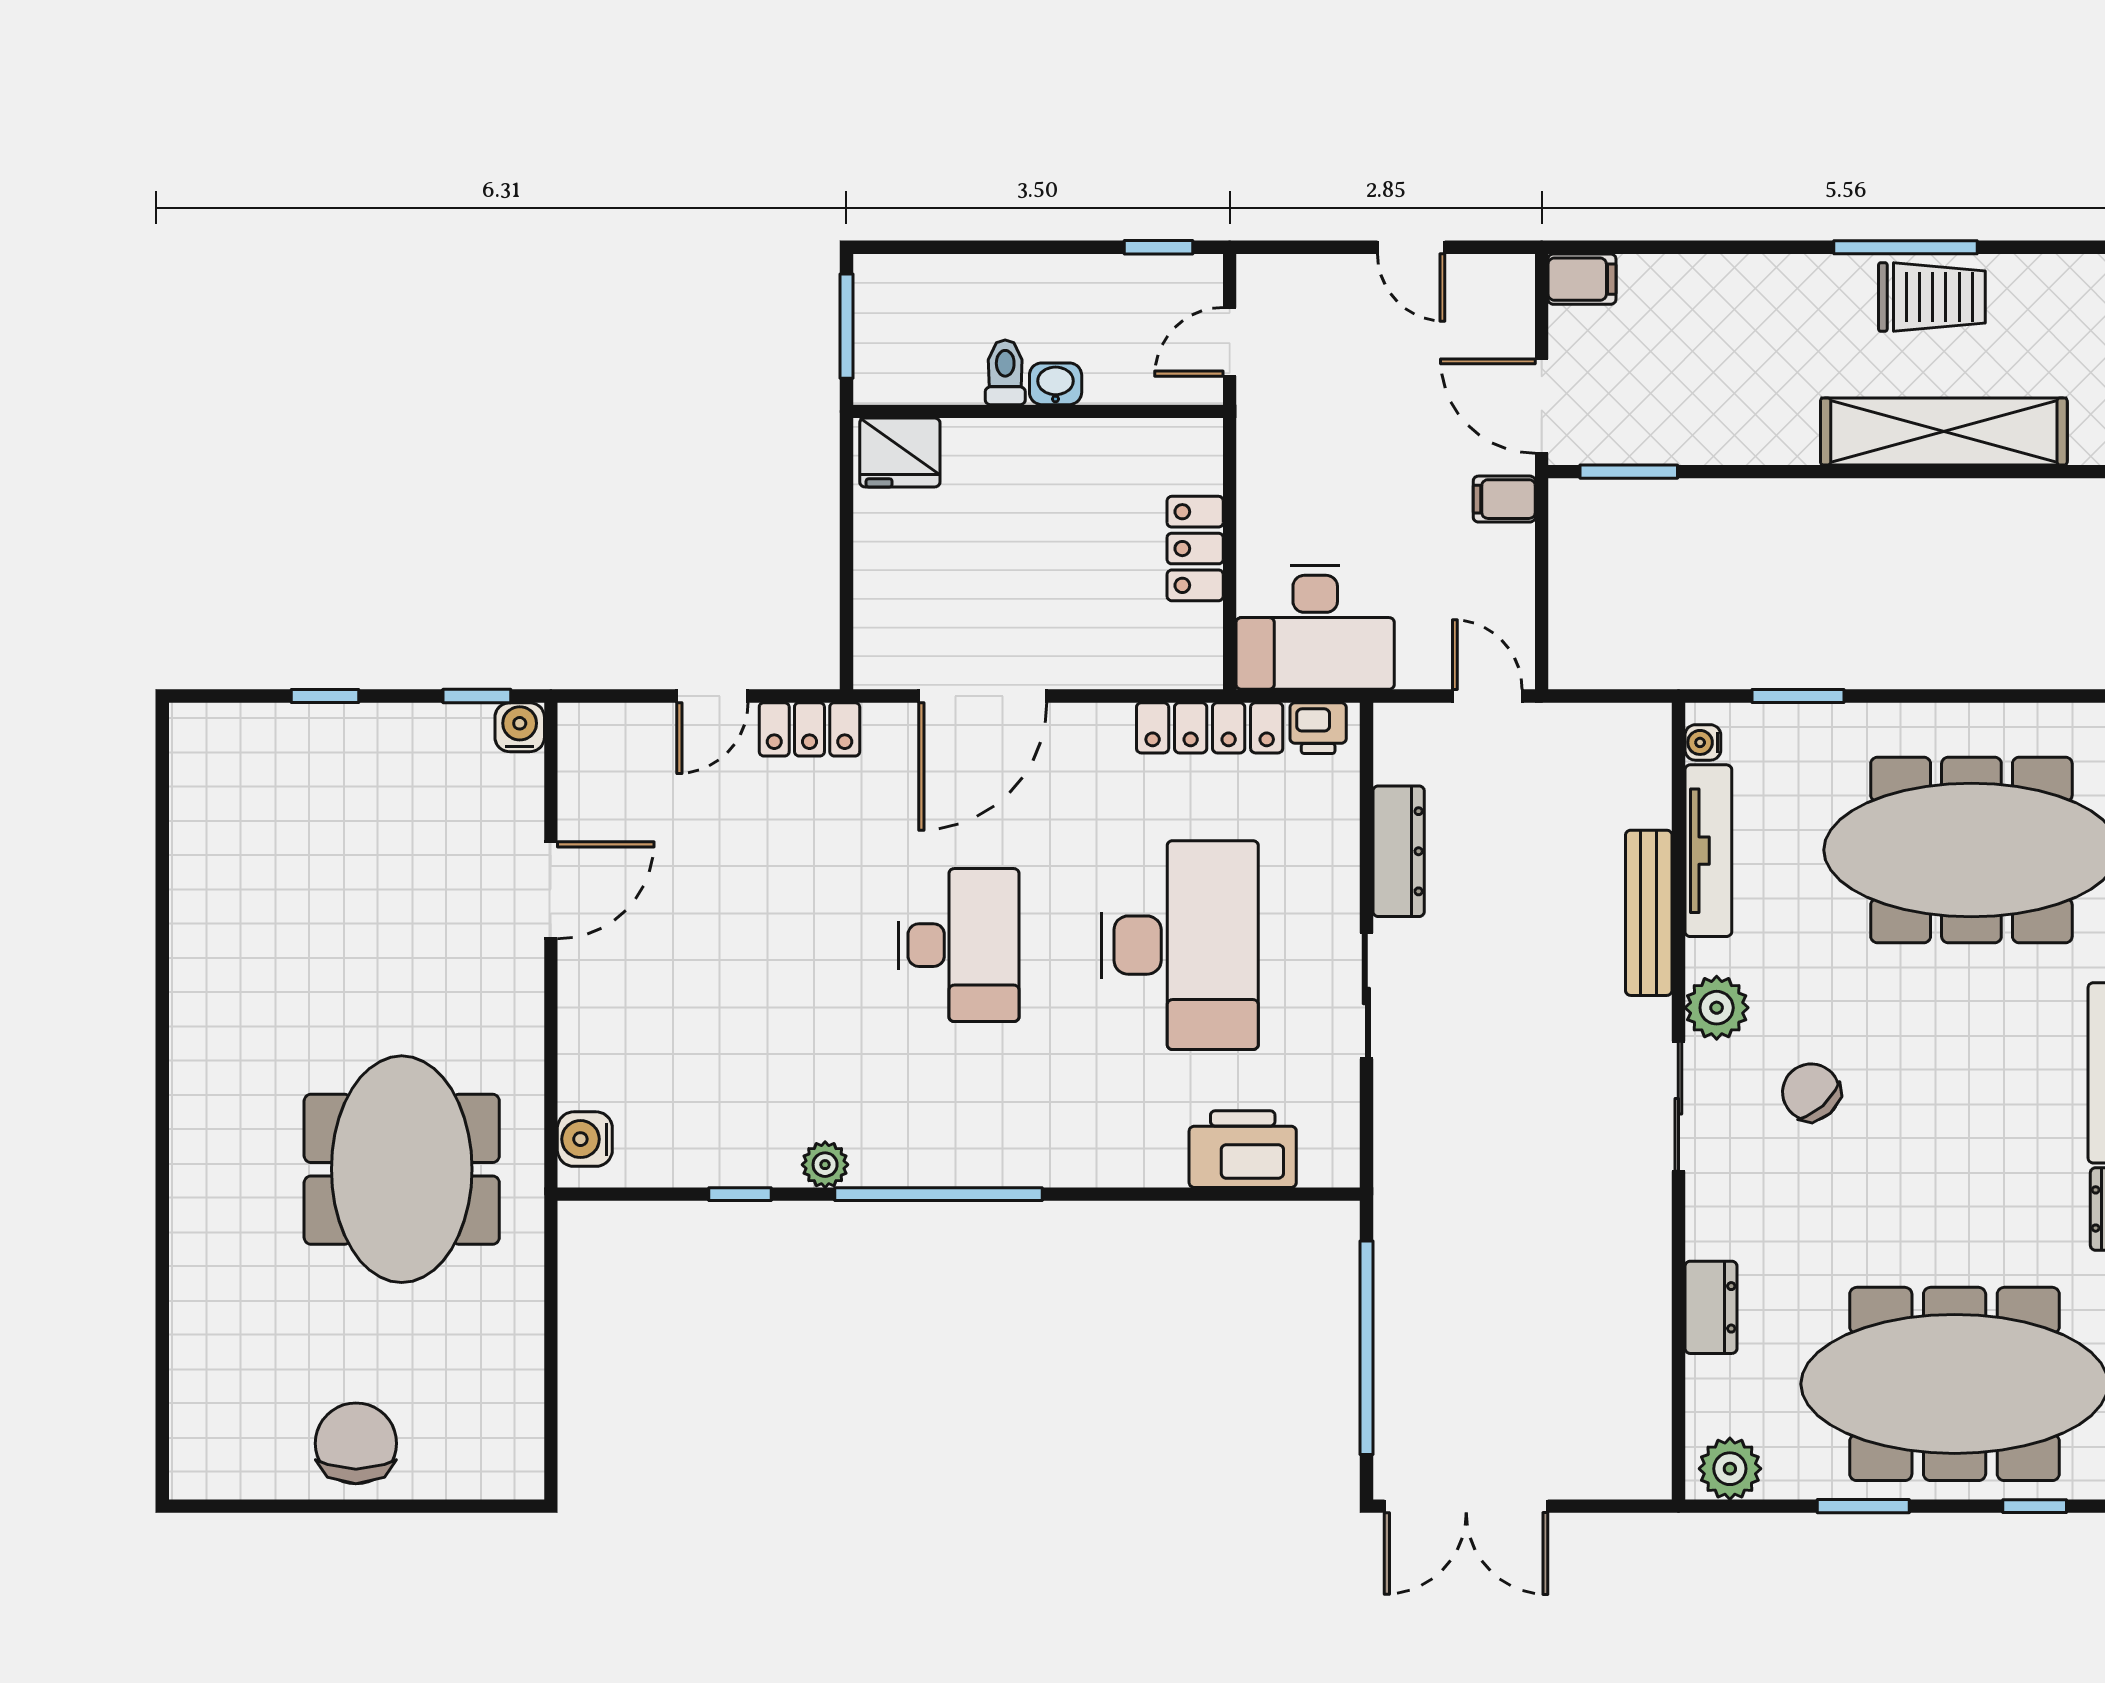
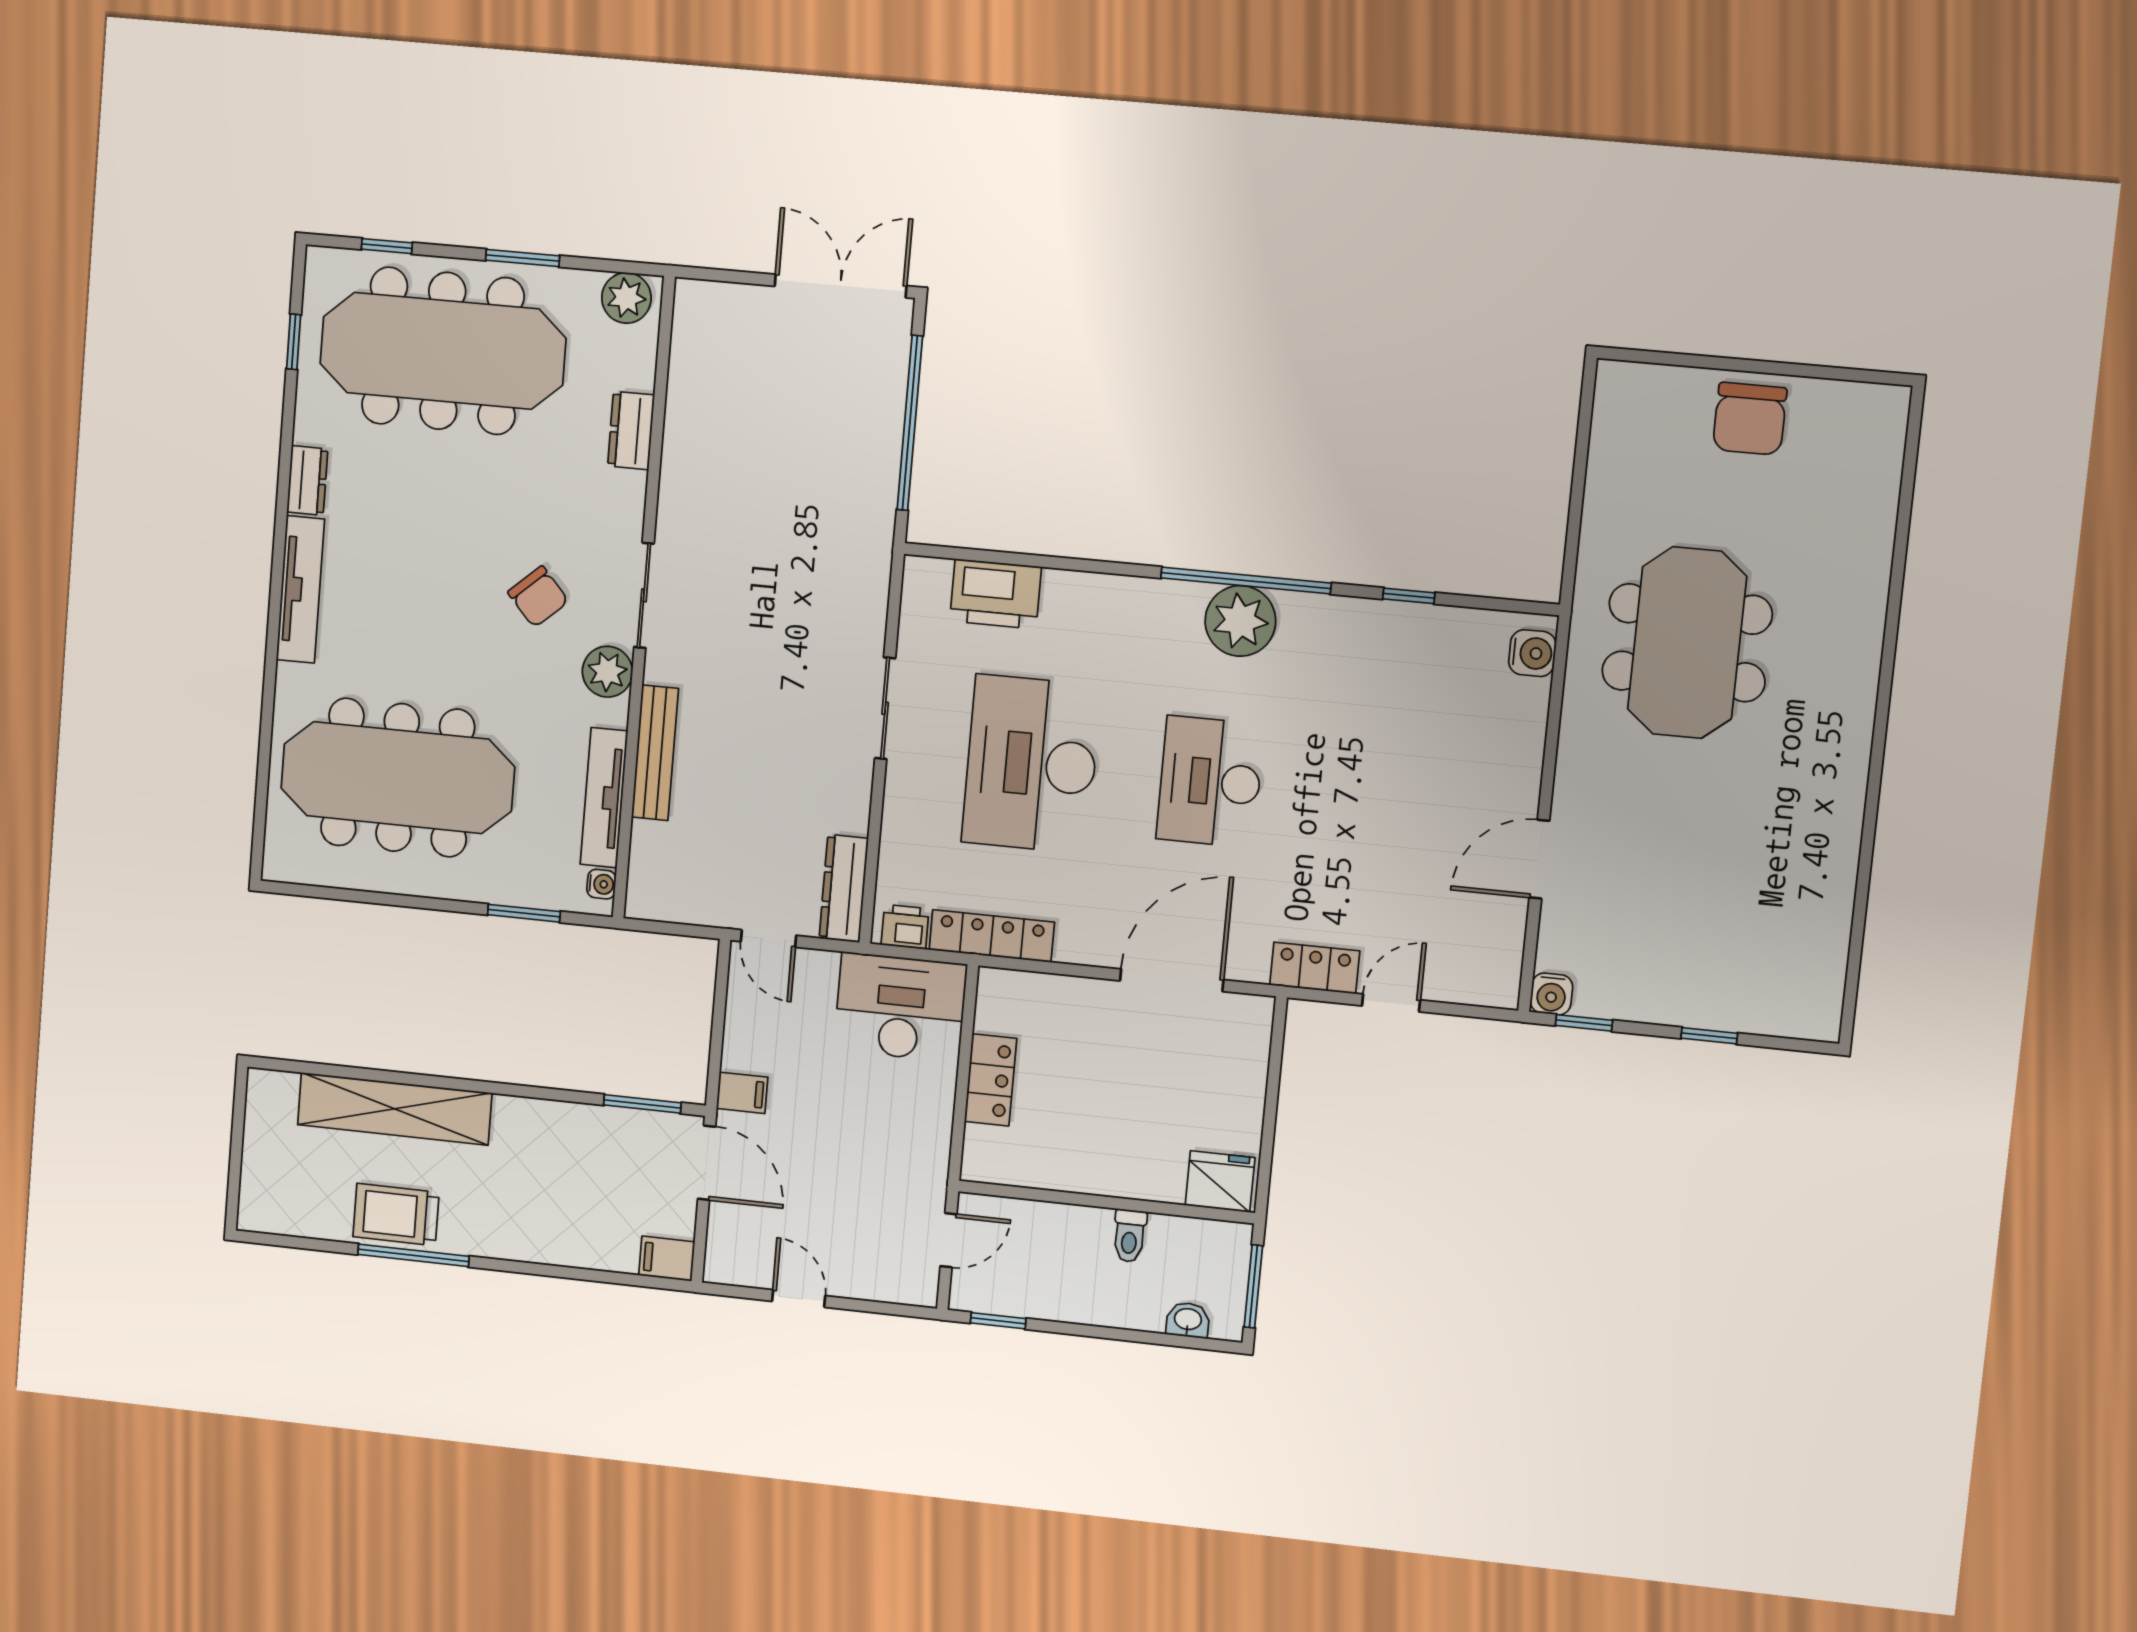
washbasin: (1056, 384) -> (1188, 1320), moved, turned 180
dresser: (1399, 851) -> (844, 888), moved
plant: (825, 1165) -> (1240, 621), moved, width x1.87, depth x1.87

